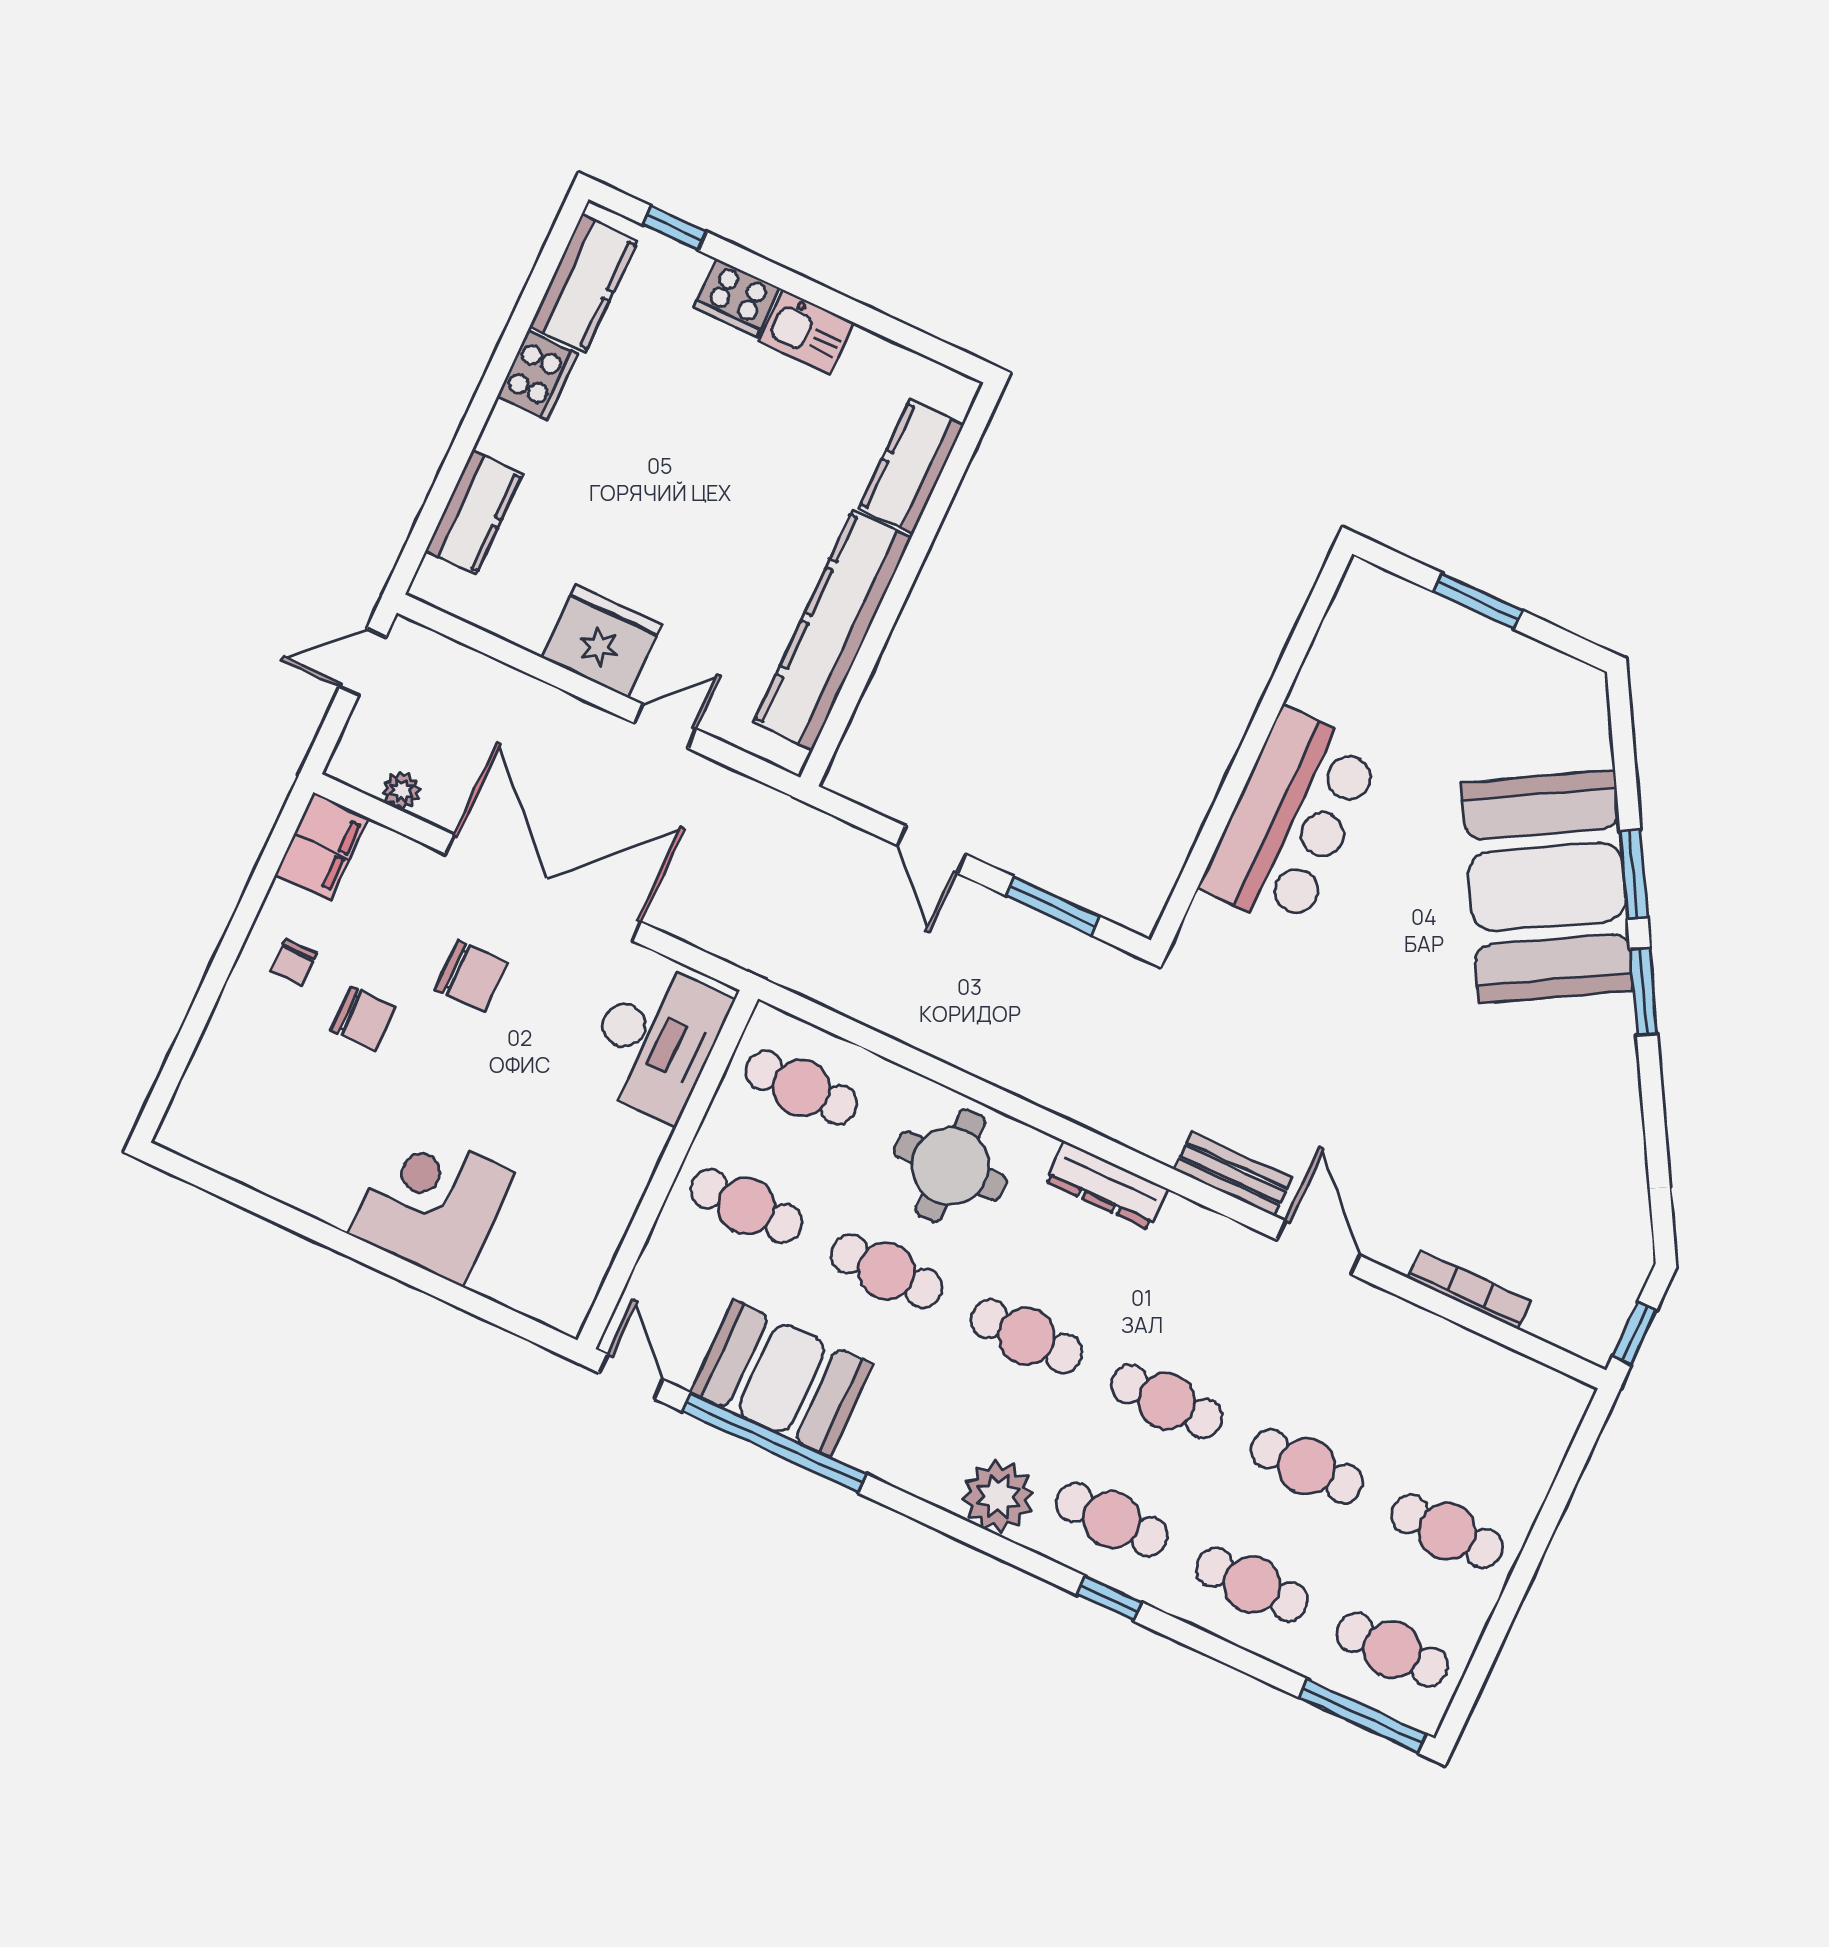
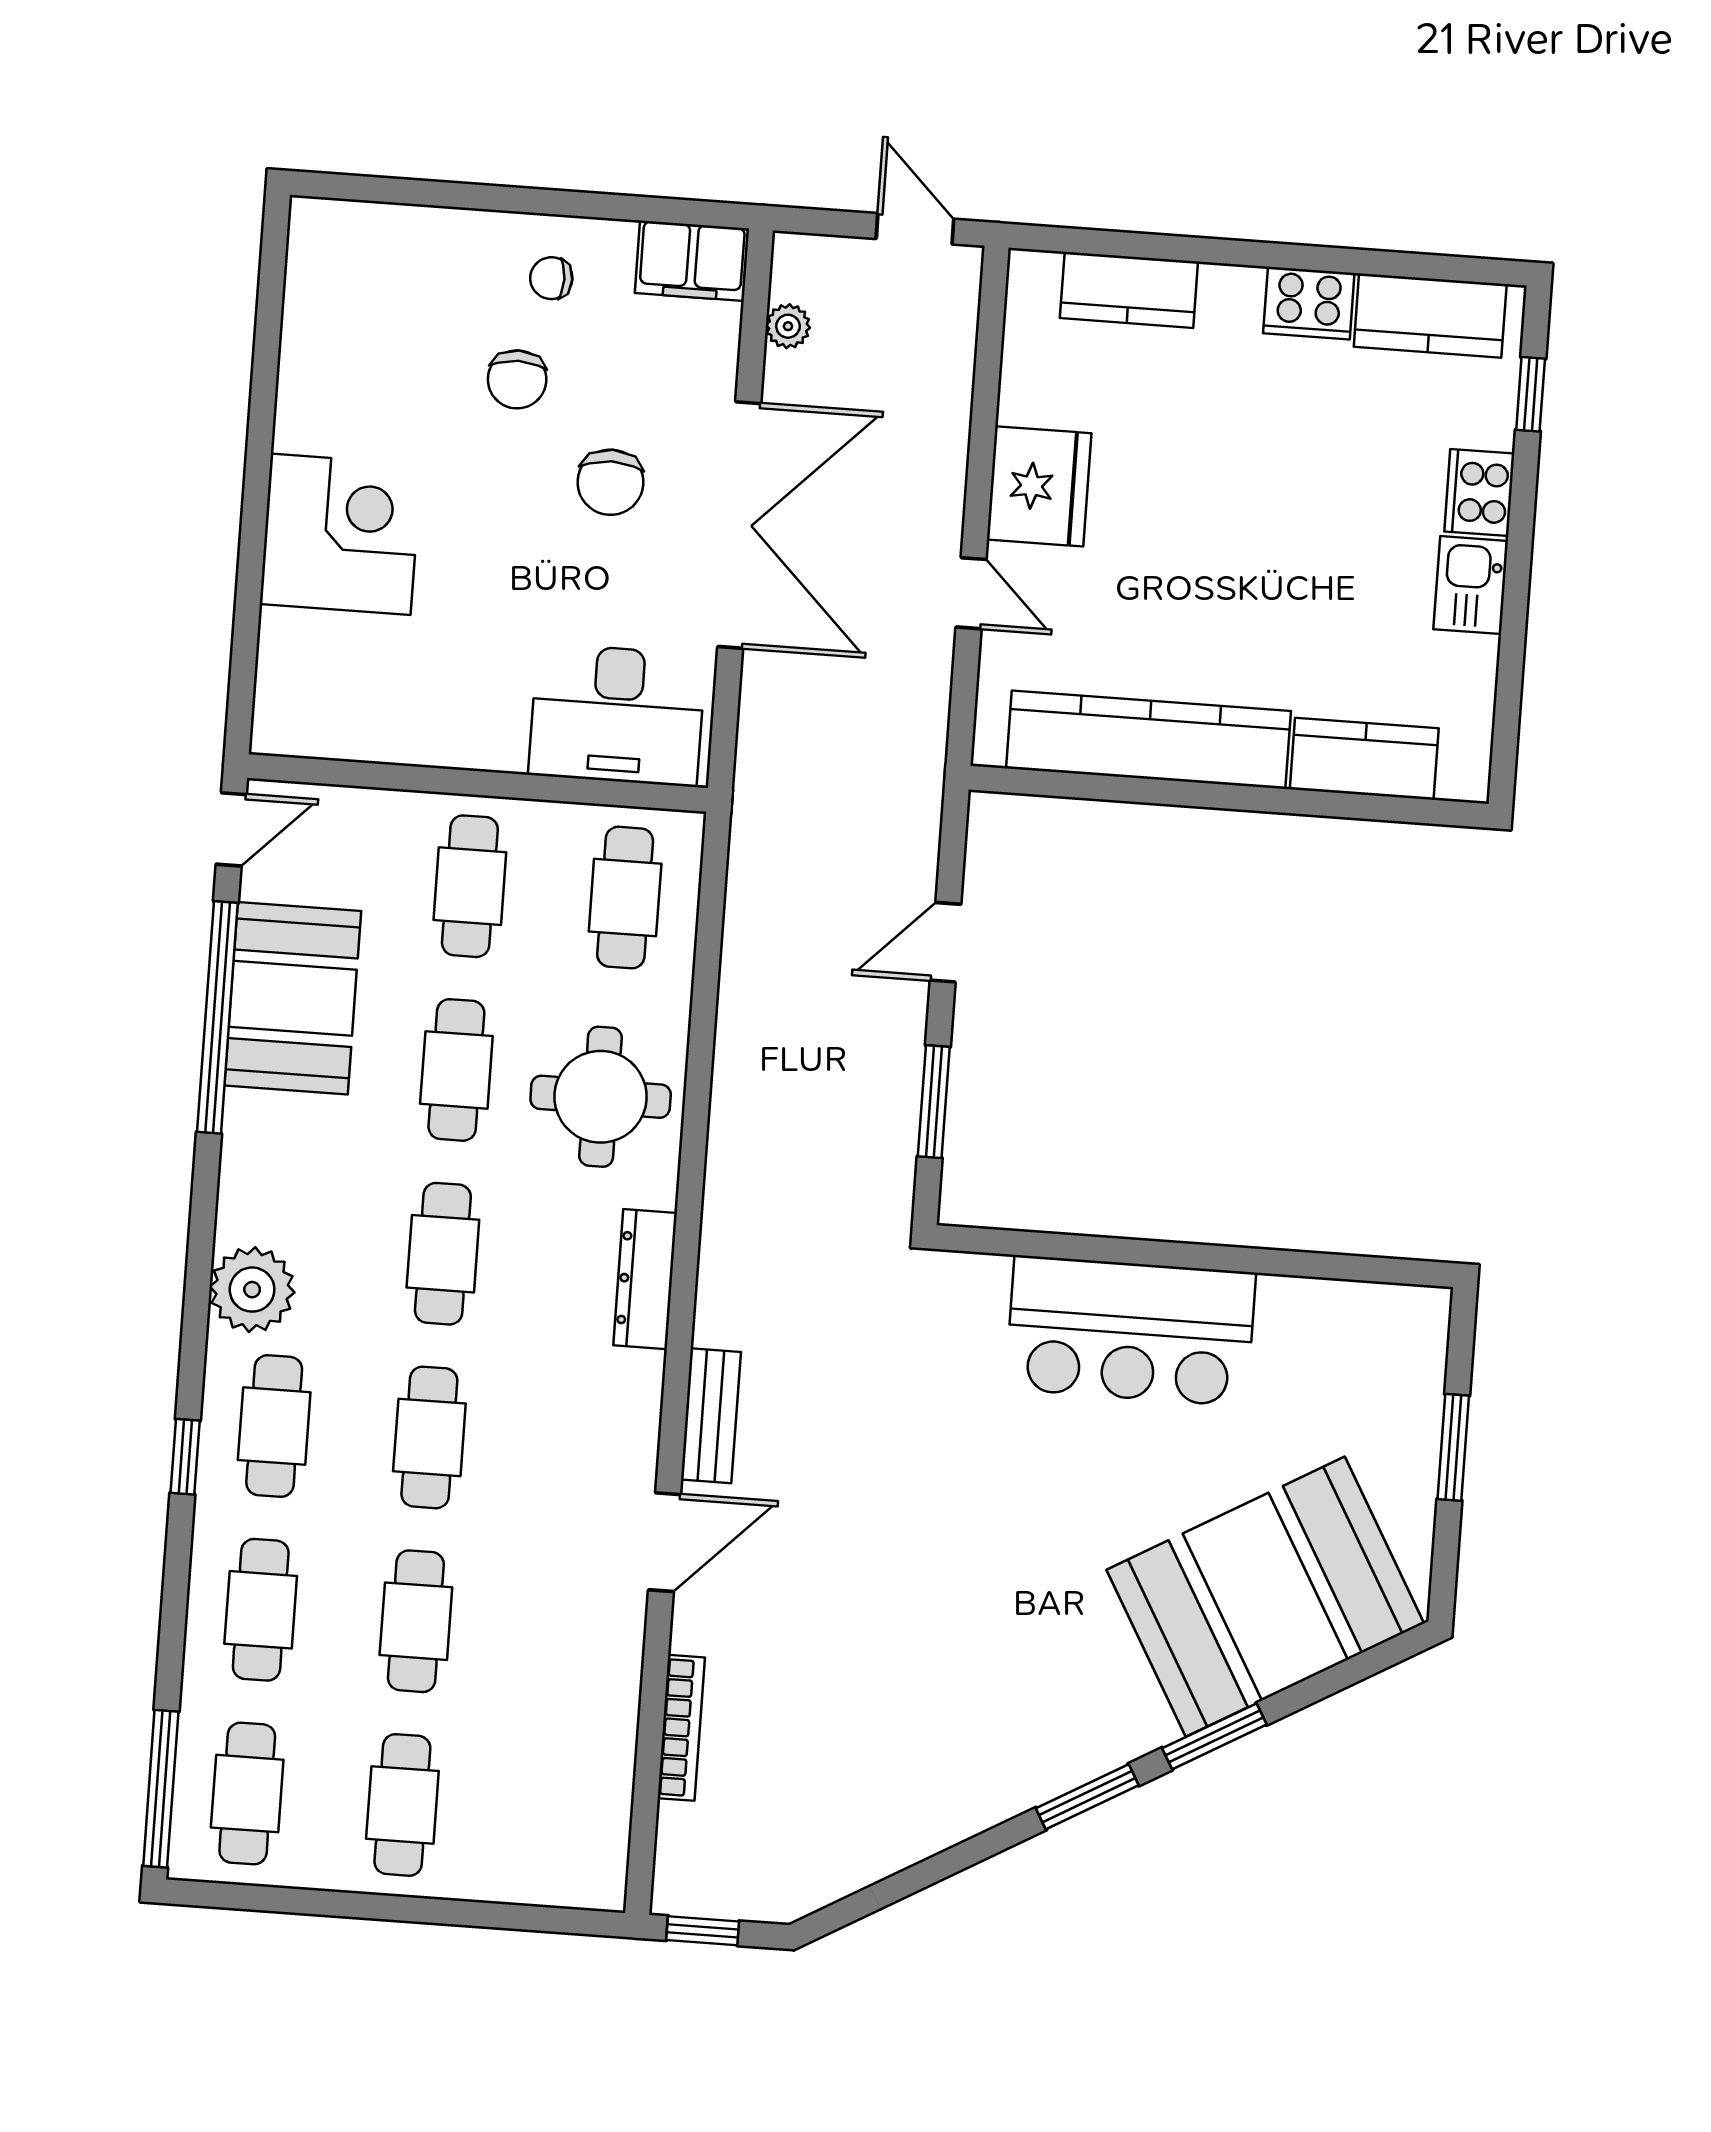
booth: (1547, 887) -> (1265, 1597), moved

